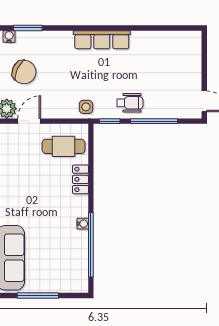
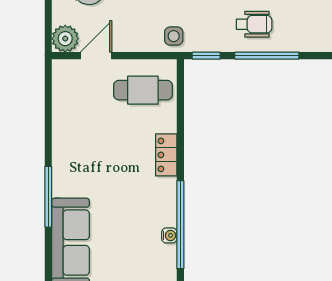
wheelchair: (130, 103) -> (254, 24), moved
locker: (80, 179) -> (166, 155), moved
water cooler: (83, 224) -> (169, 235), moved

